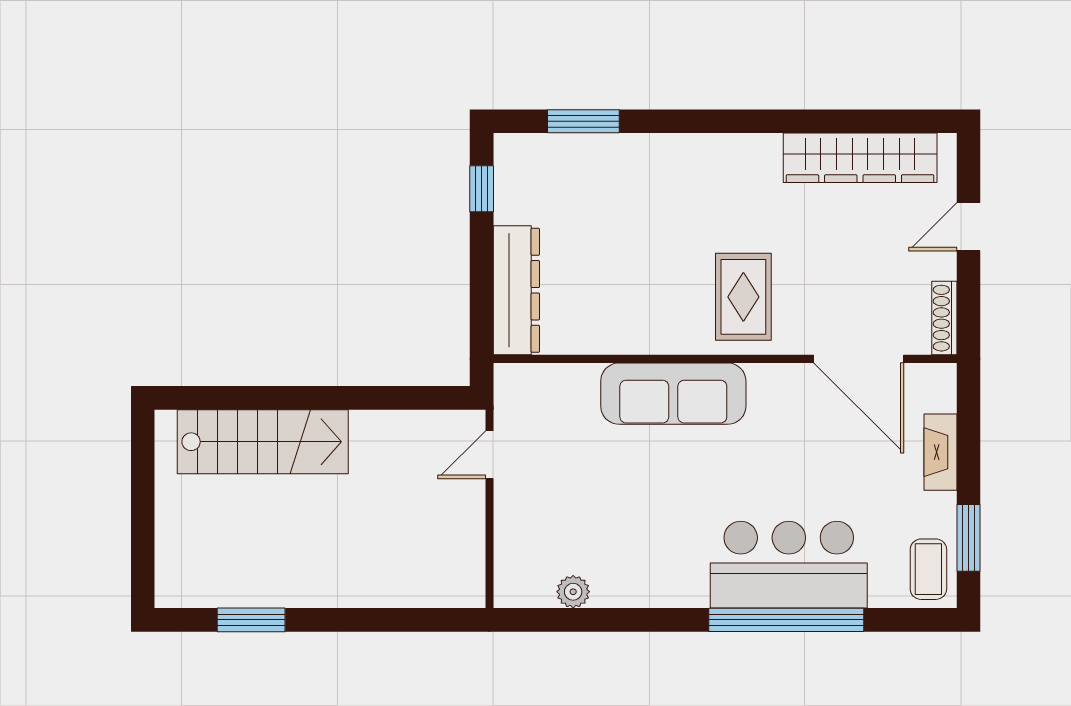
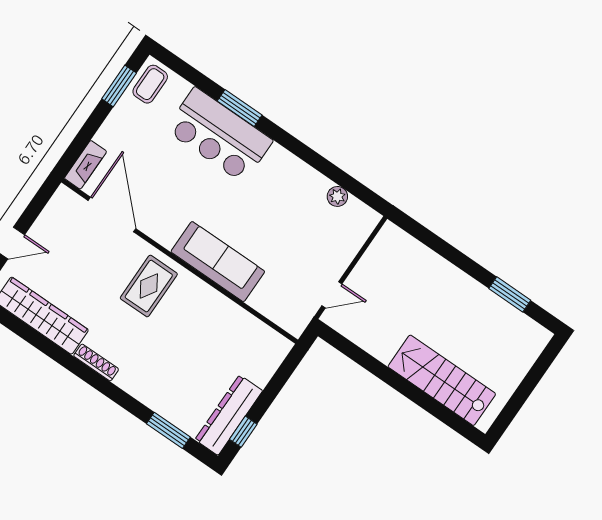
dresser: (516, 290) -> (229, 415), moved
shoe rack: (944, 318) -> (96, 362), moved, turned -90
fireplace: (941, 452) -> (85, 165), moved
window: (786, 620) -> (240, 108), width x0.47

